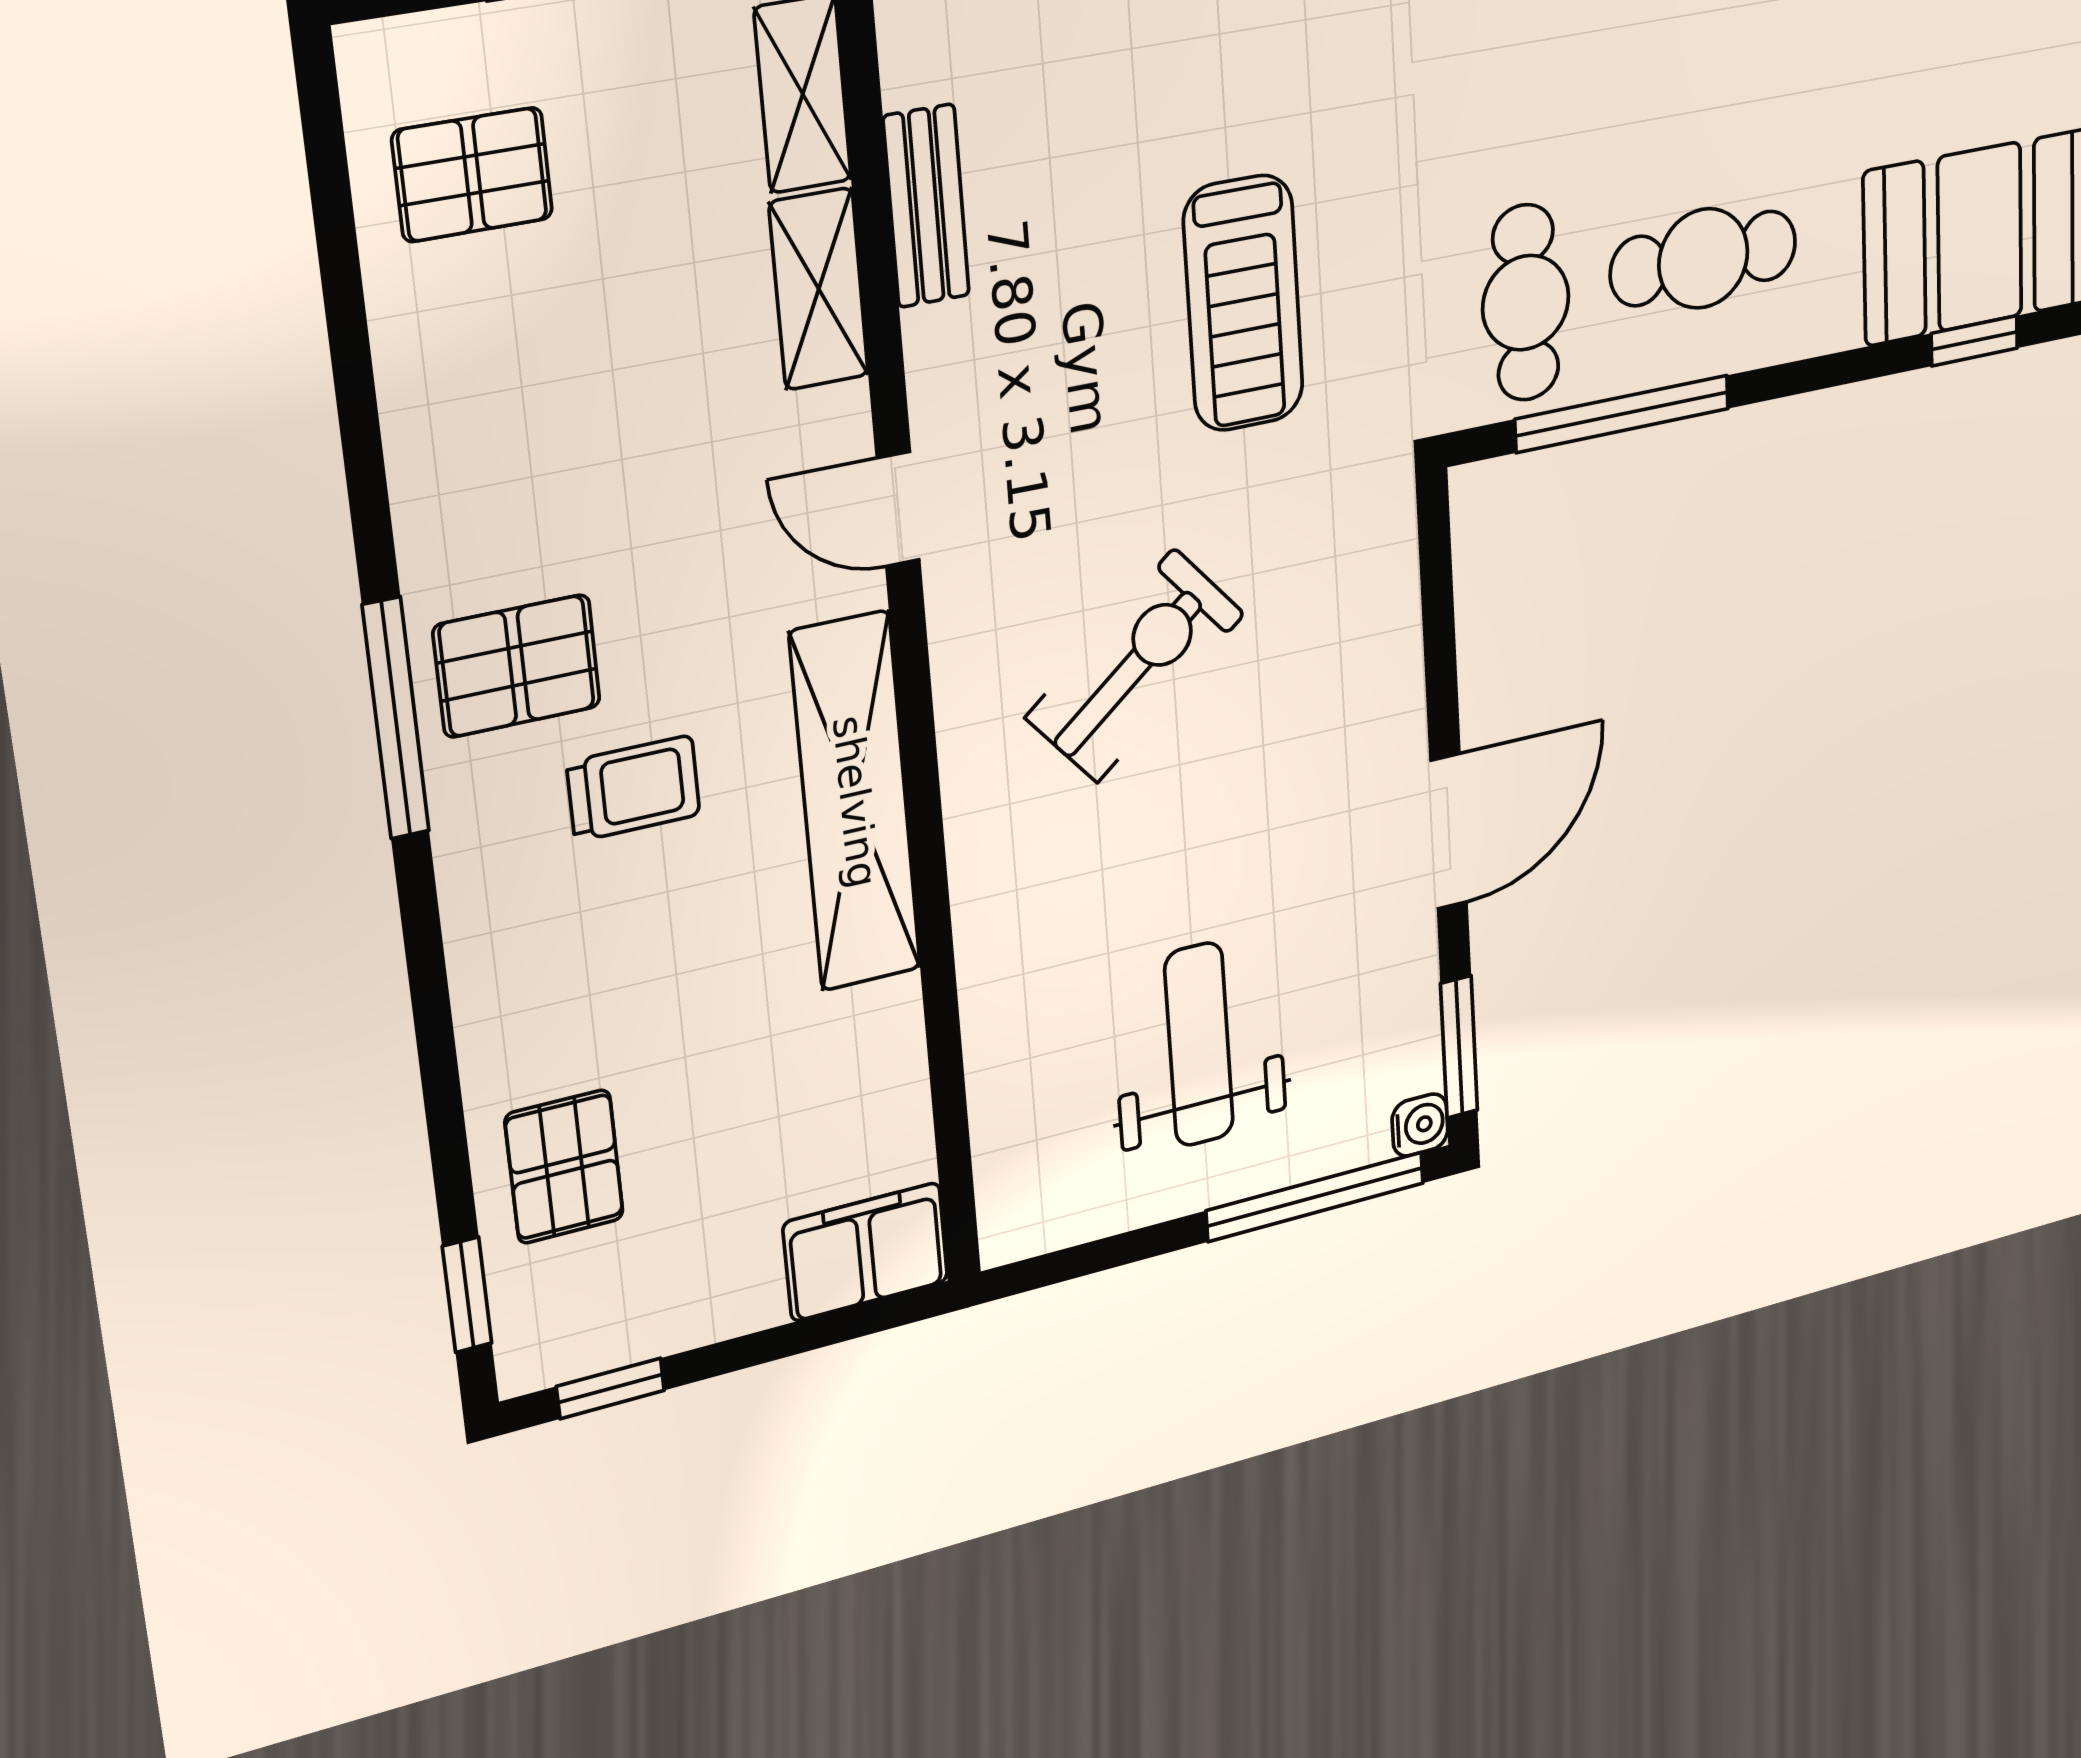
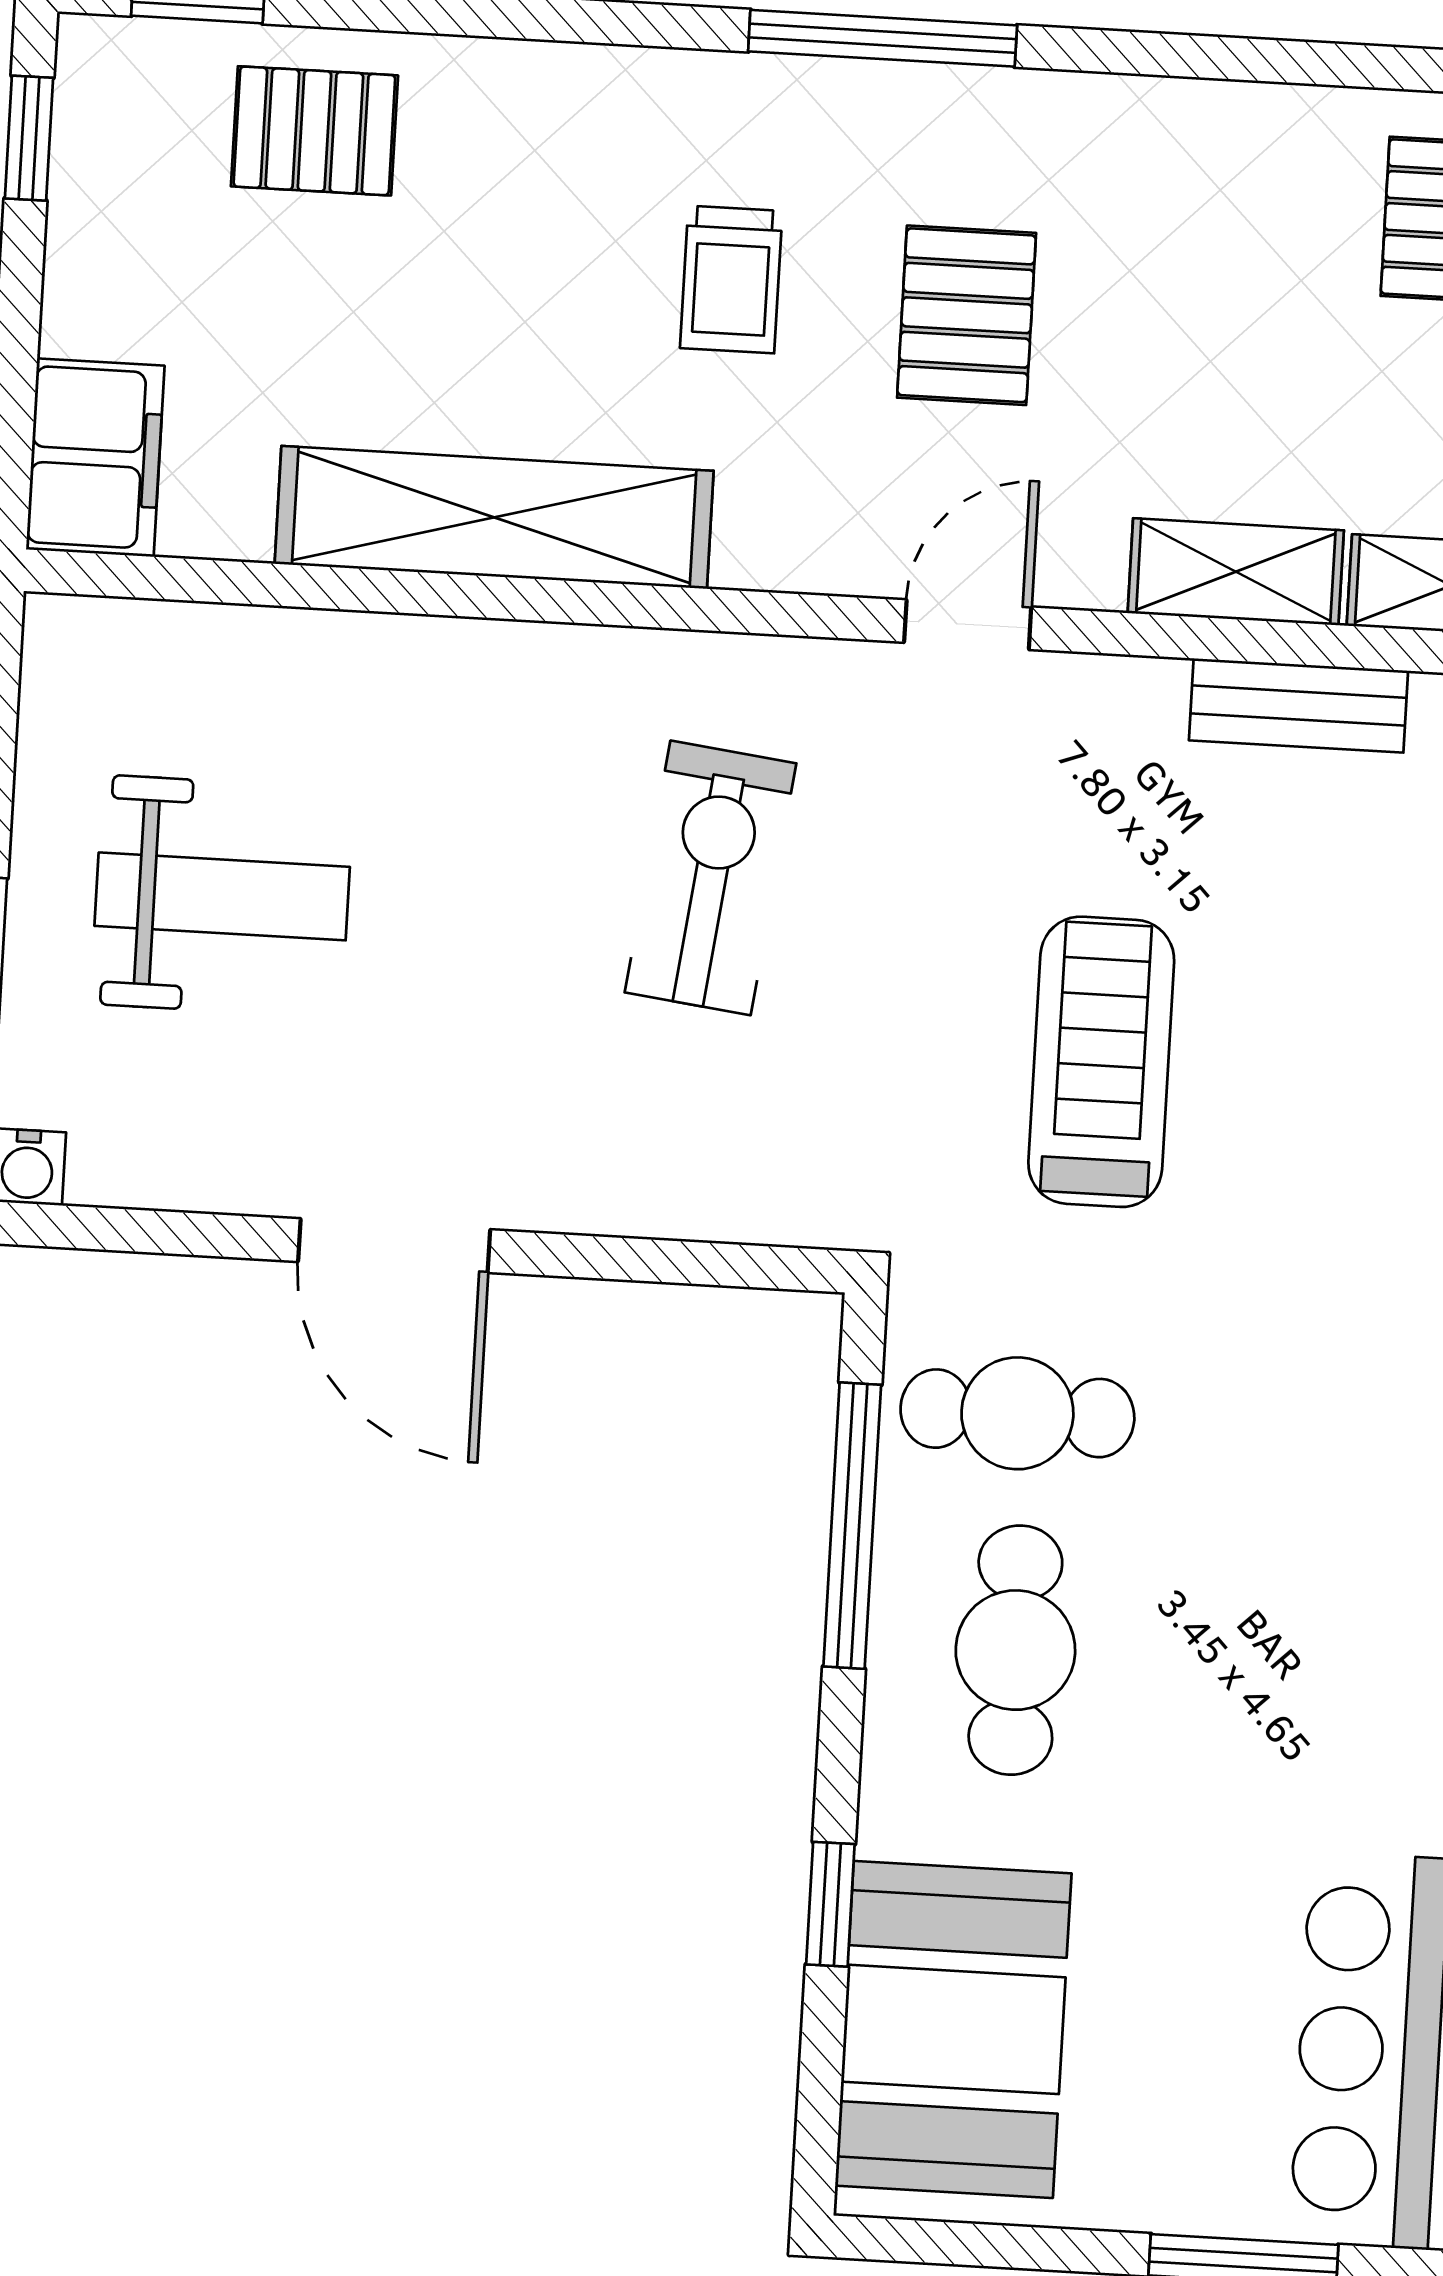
treadmill: (1243, 303) -> (1101, 1062), turned 90
window: (1974, 341) -> (830, 1904), moved
exercise bike: (1135, 665) -> (711, 878), turned -133
pallet: (517, 666) -> (967, 315), moved
shelving: (855, 802) -> (494, 517), moved
window: (1459, 1047) -> (113, 1229), removed

